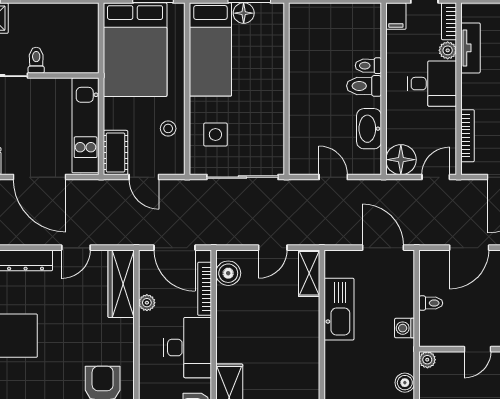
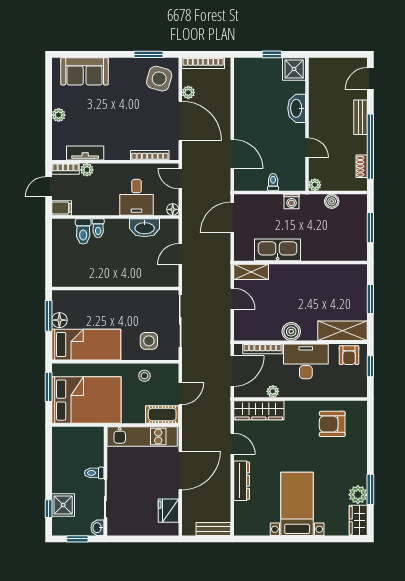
desk: (432, 84) -> (137, 197), moved, turned 180
toilet: (364, 86) -> (83, 231), moved
floor lamp: (401, 160) -> (173, 209), width x0.53, depth x0.53
boiler: (228, 273) -> (291, 331), moved

